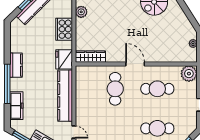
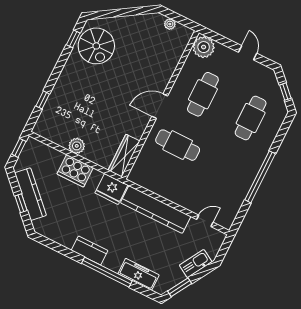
plant: (81, 12) -> (77, 146), moved

